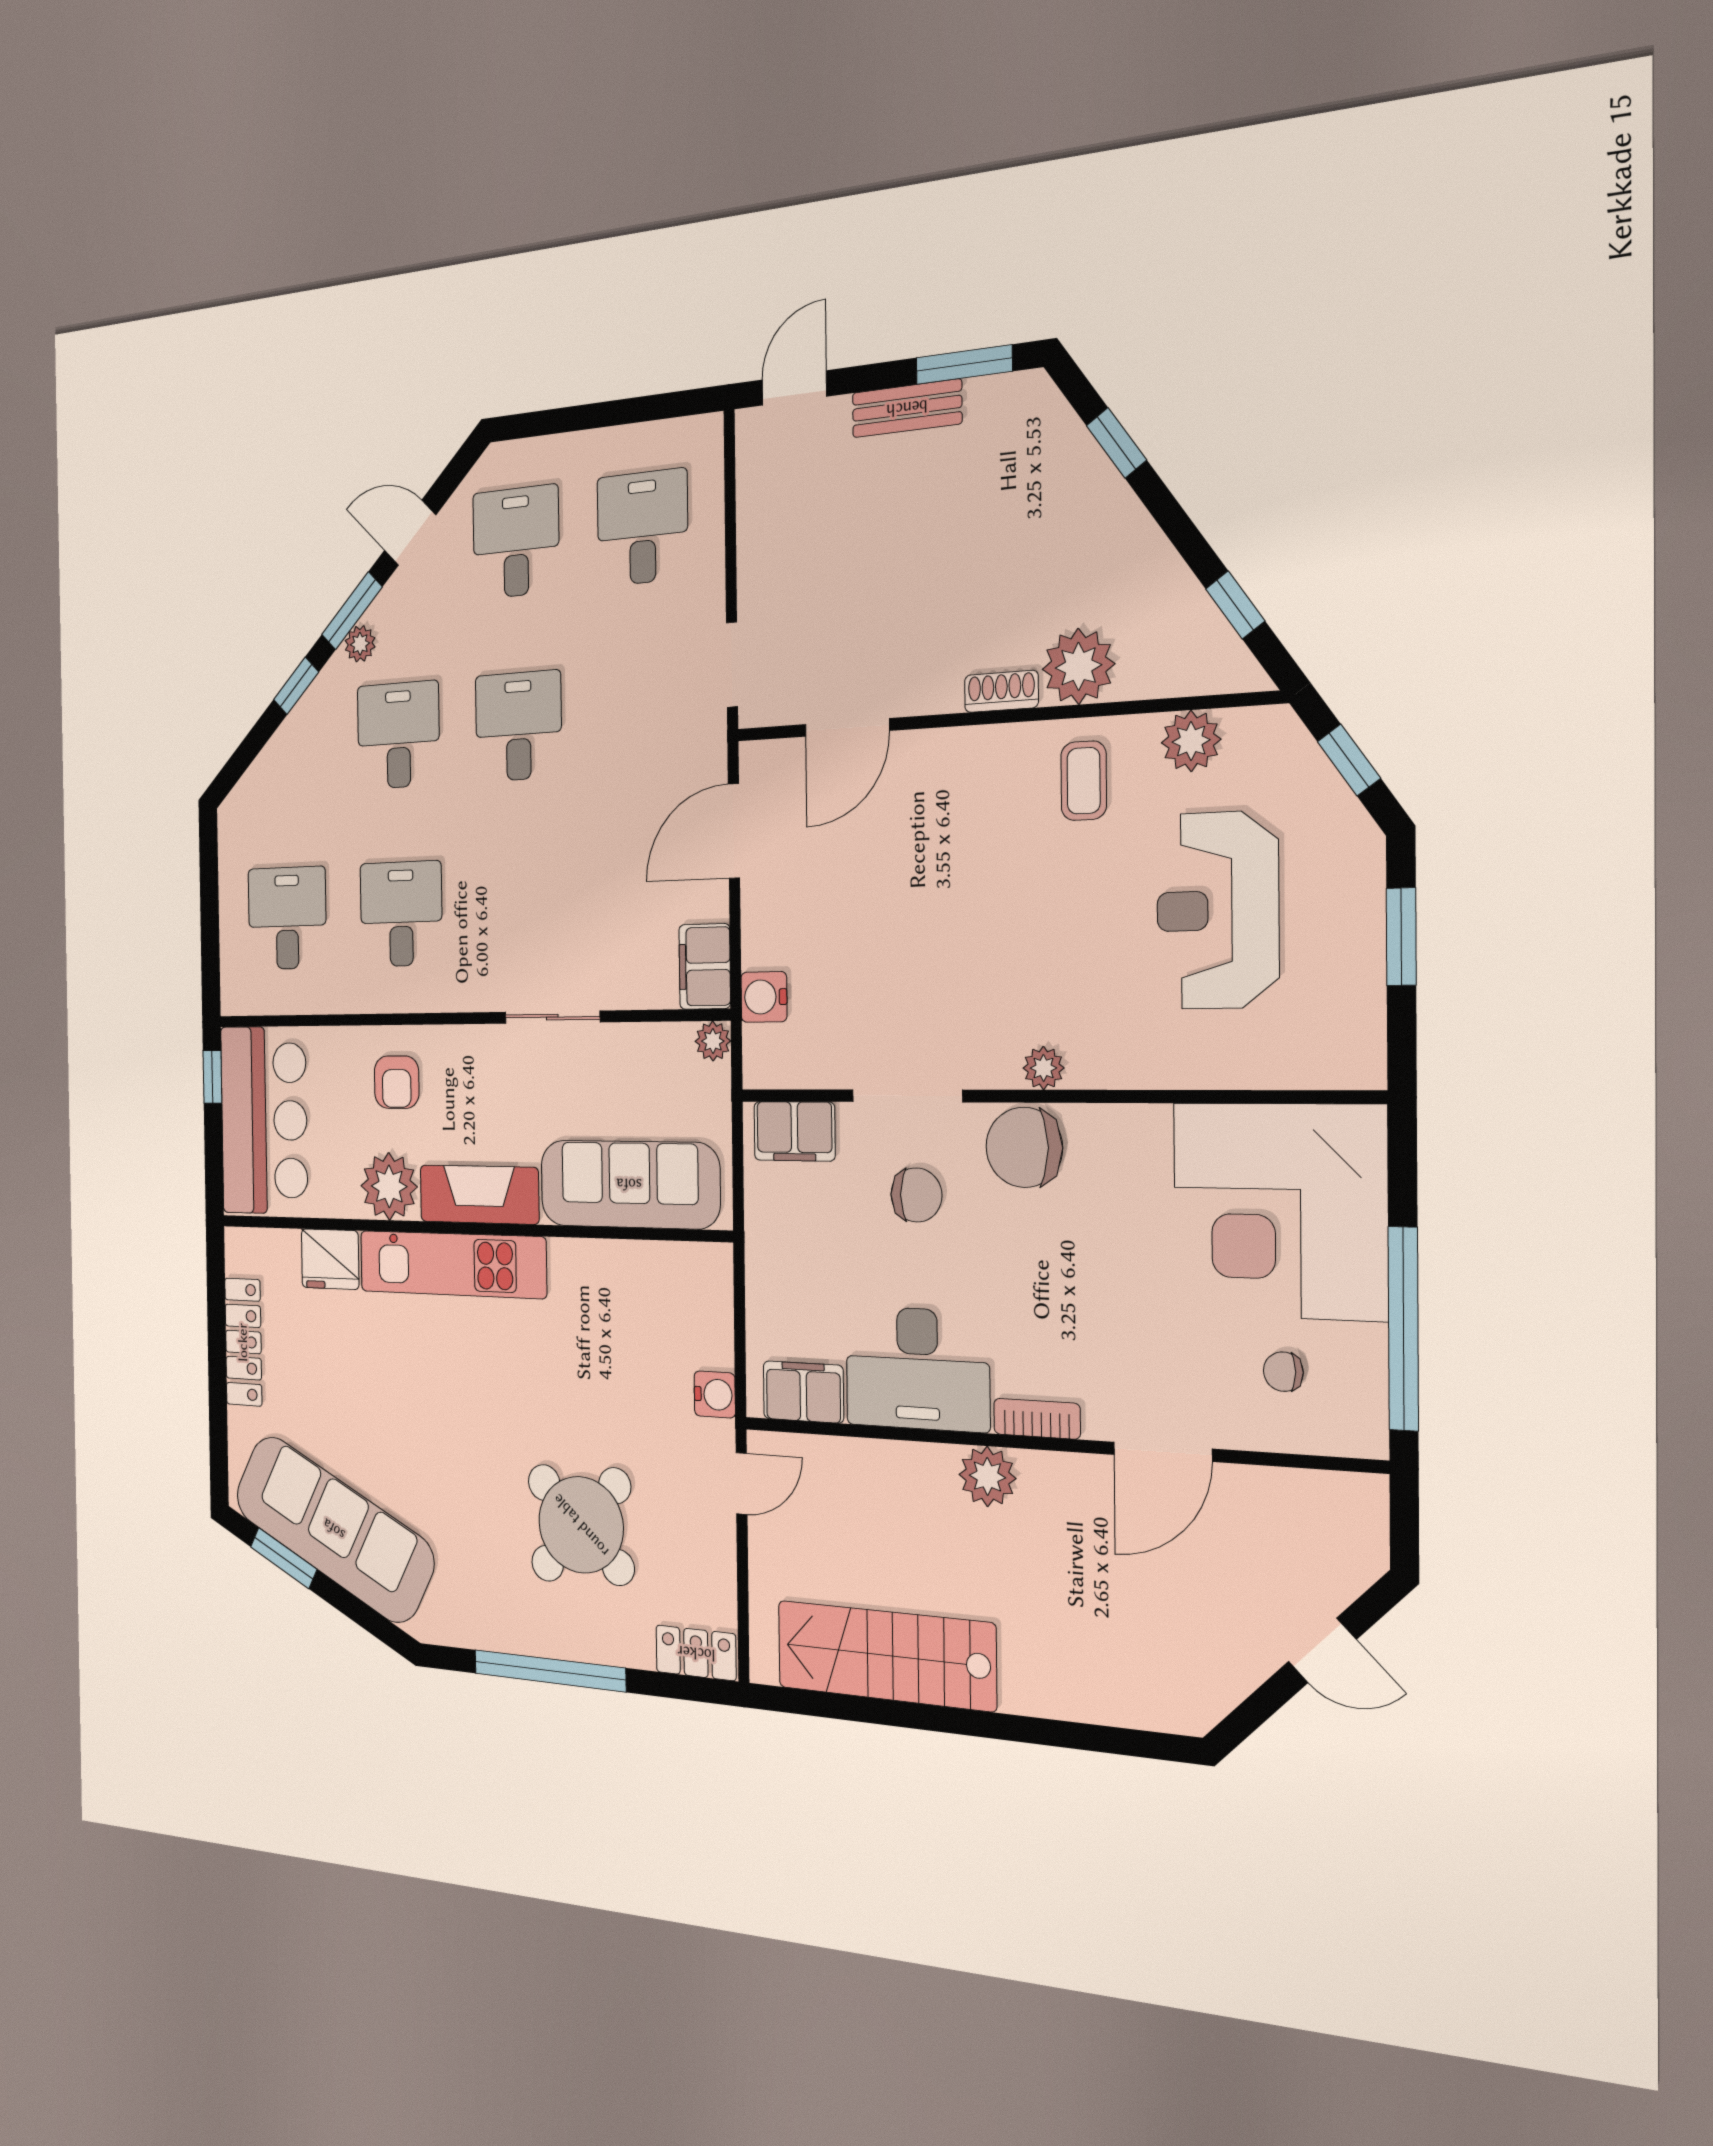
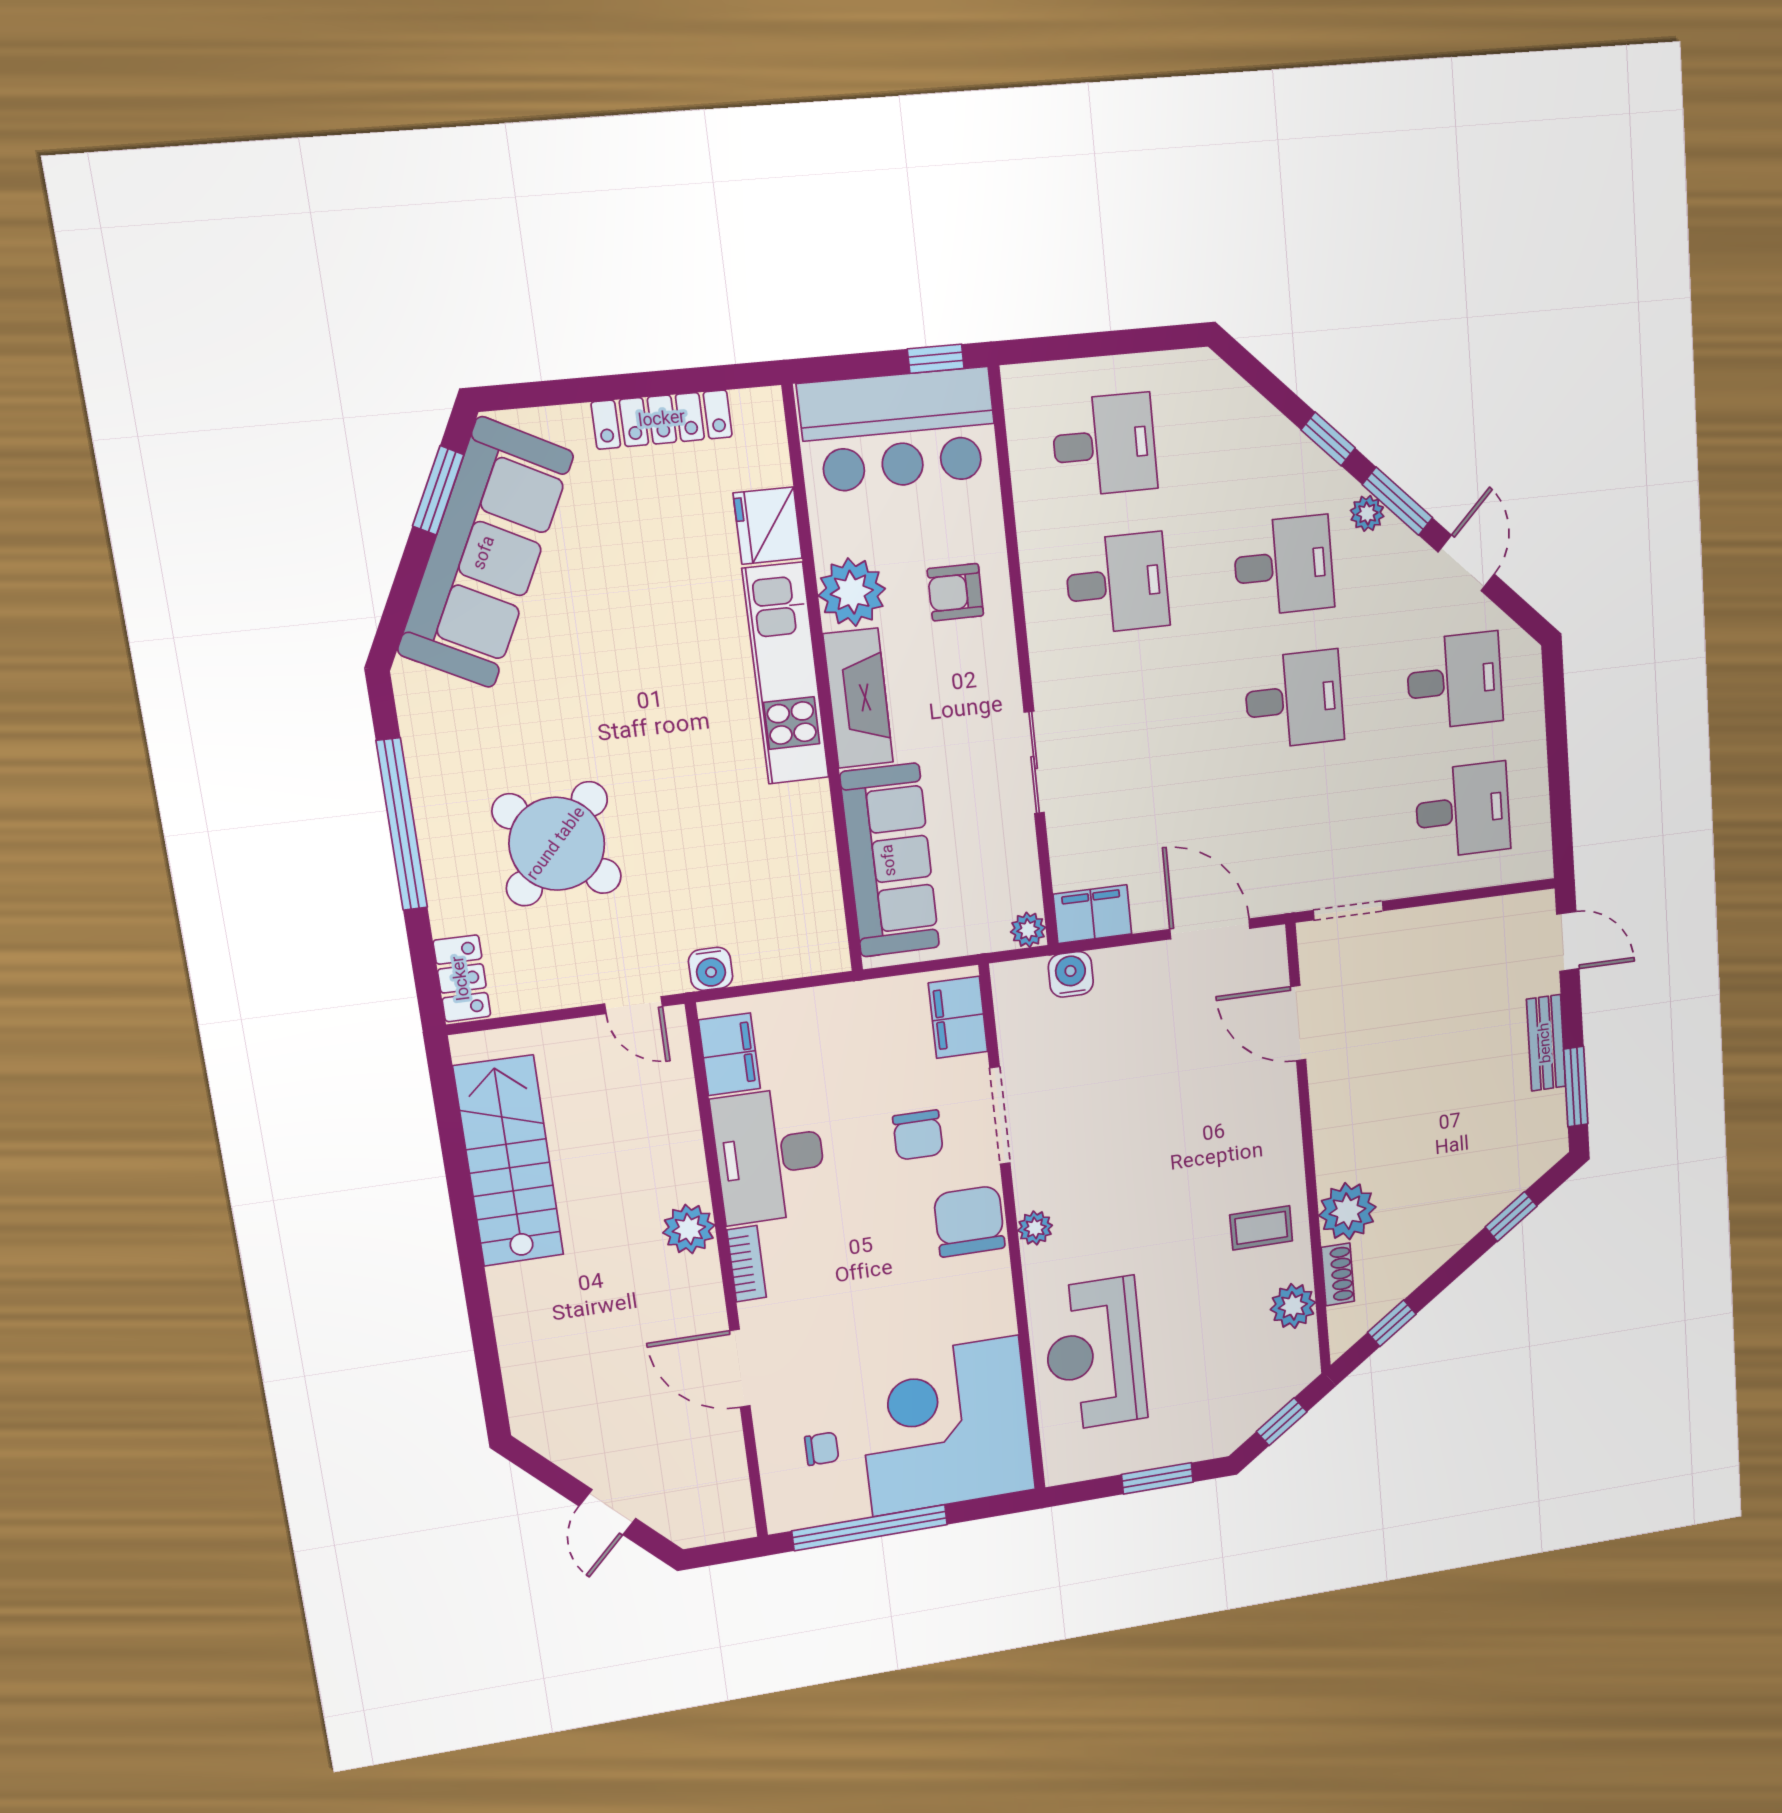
shoe rack: (1001, 691) -> (1338, 1274), moved
reception desk: (1217, 910) -> (1095, 1354), moved, turned -90
chair: (1283, 1372) -> (822, 1449), turned 90

